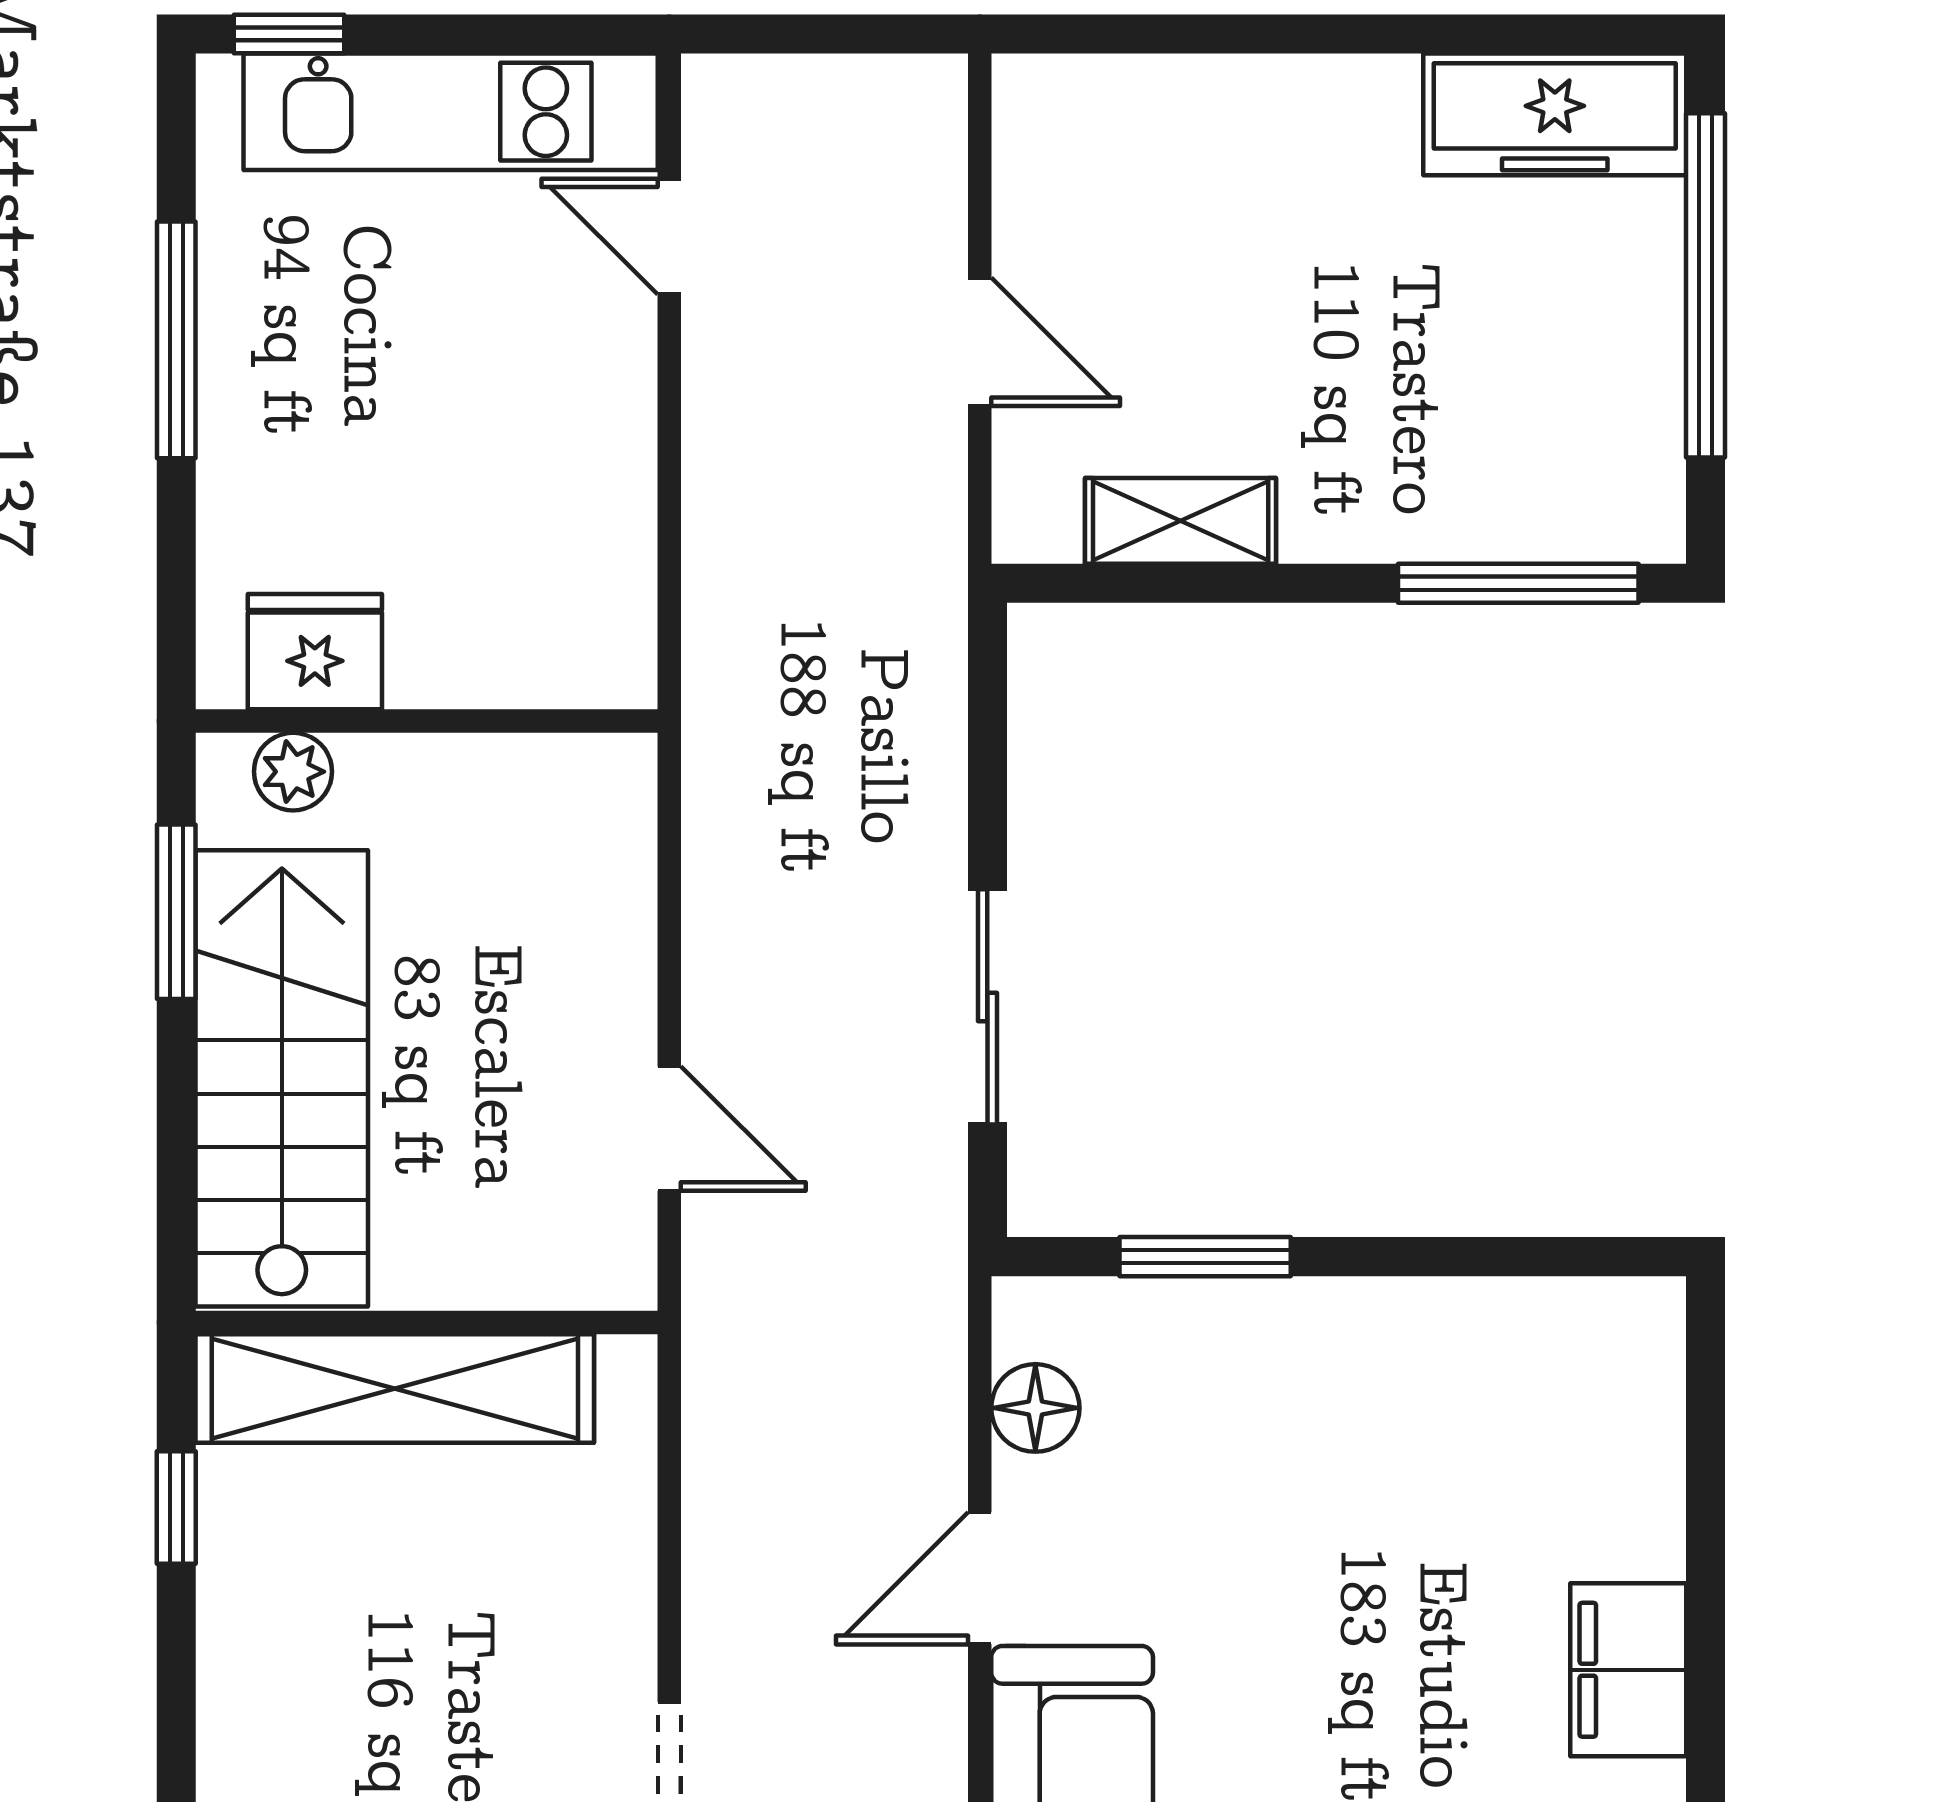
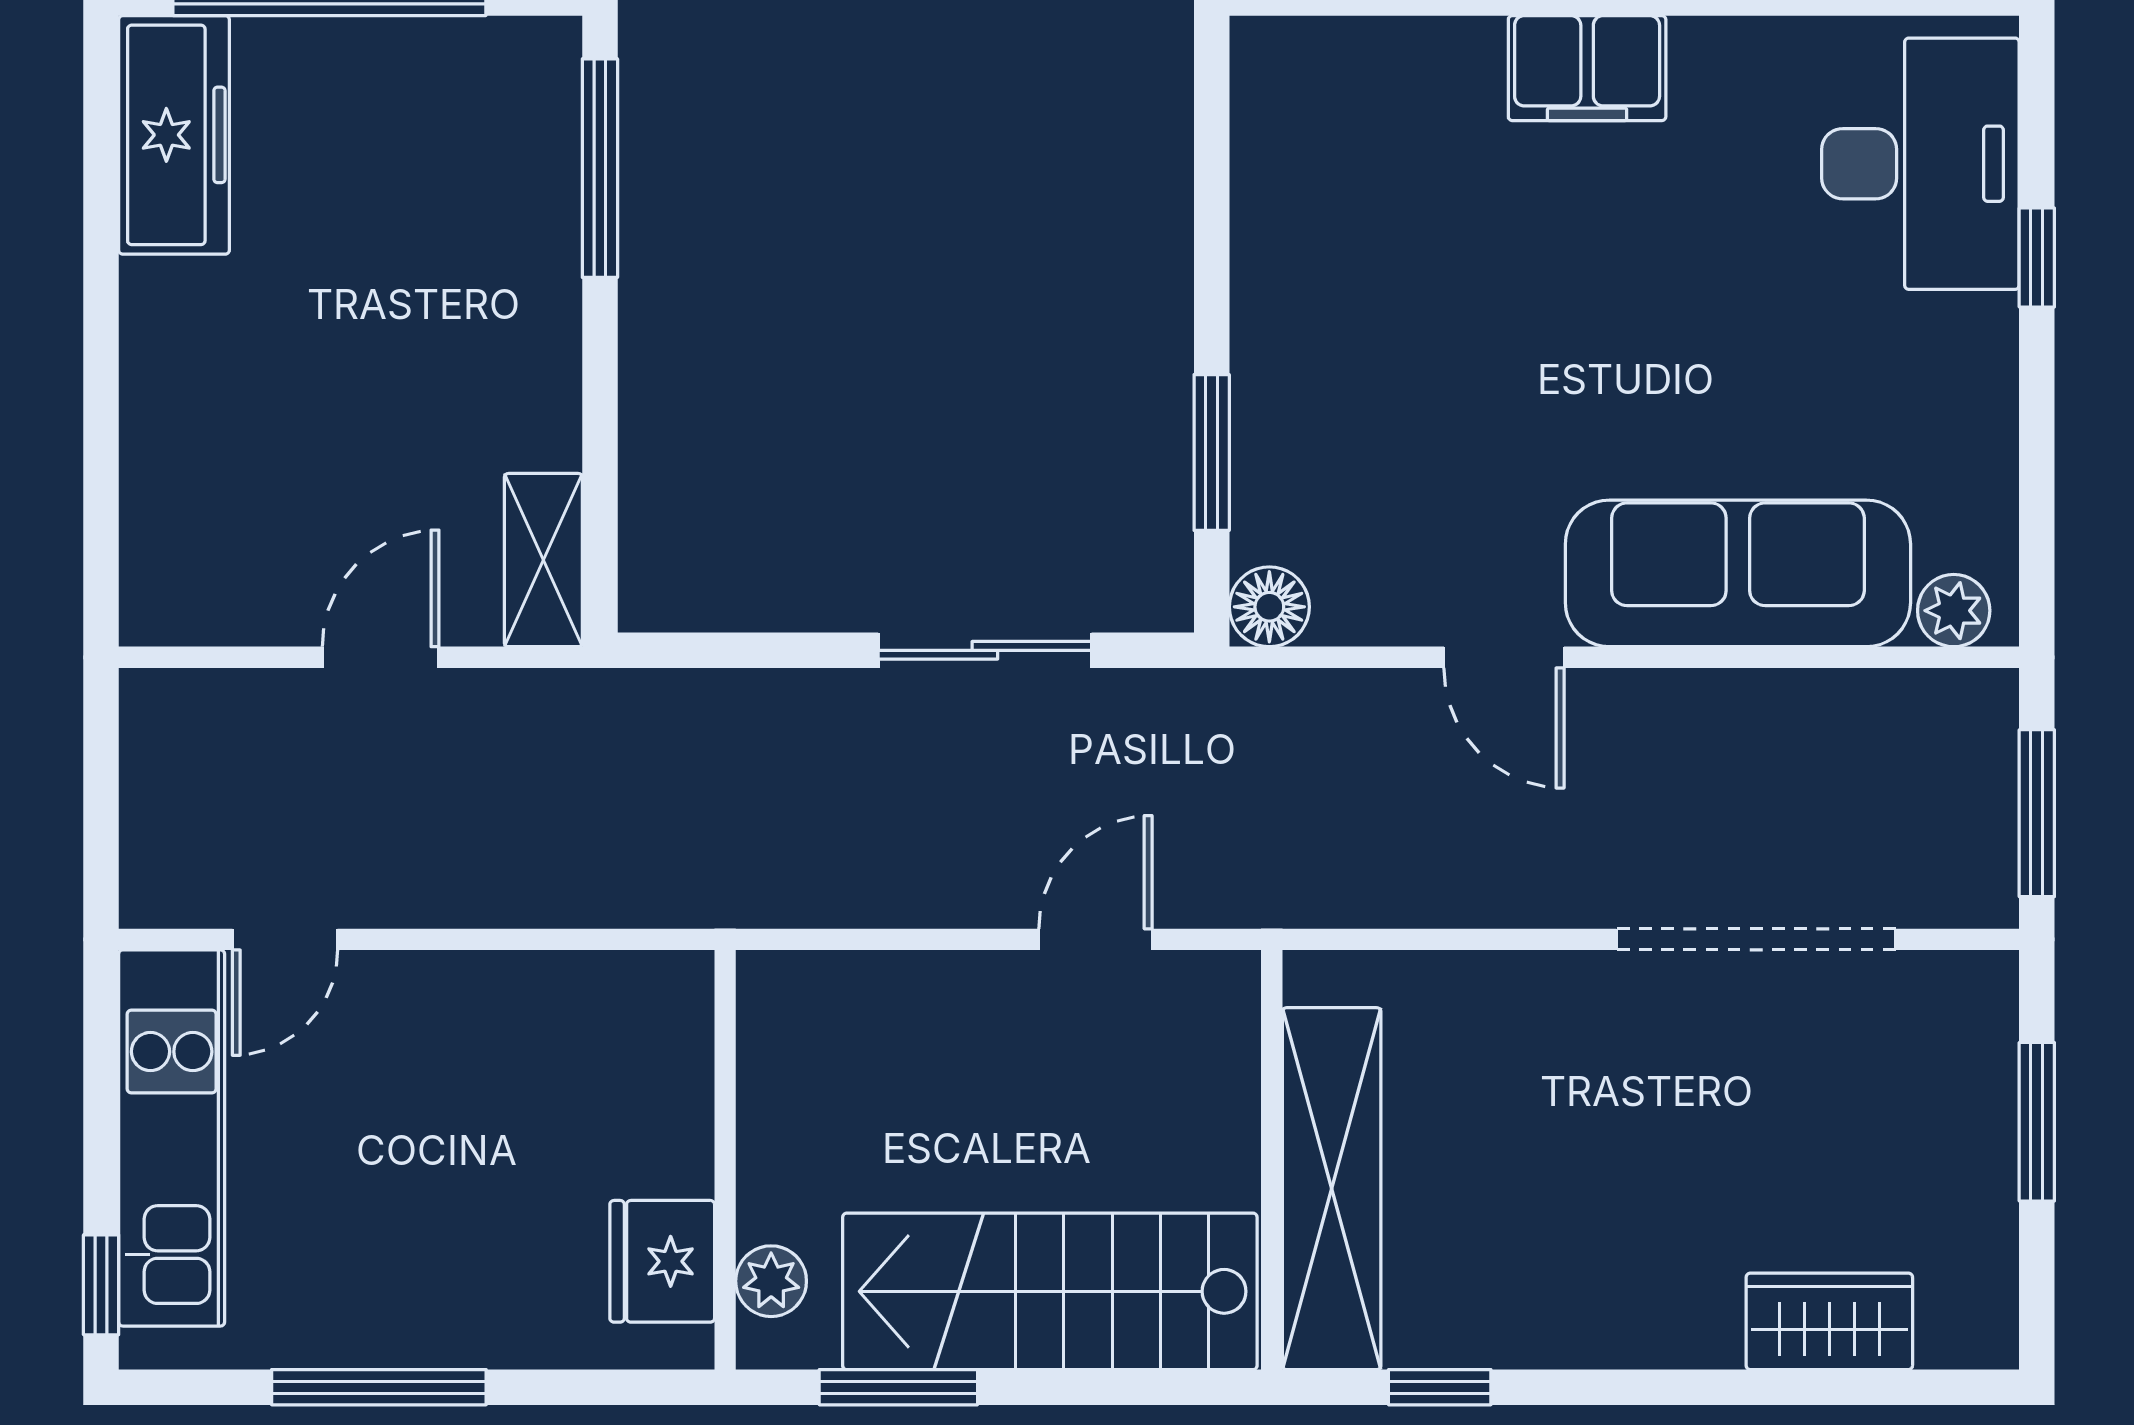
shelving: (1181, 521) -> (543, 560), moved
floor lamp: (1035, 1408) -> (1269, 607), moved

